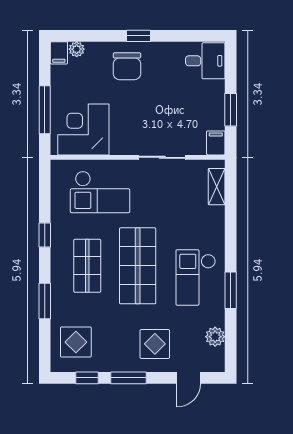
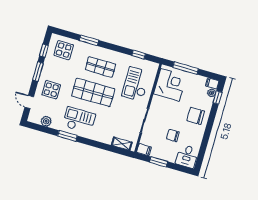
window: (138, 36) -> (218, 97), moved
chair: (175, 98) -> (173, 135), added
window: (45, 235) -> (139, 55), moved

